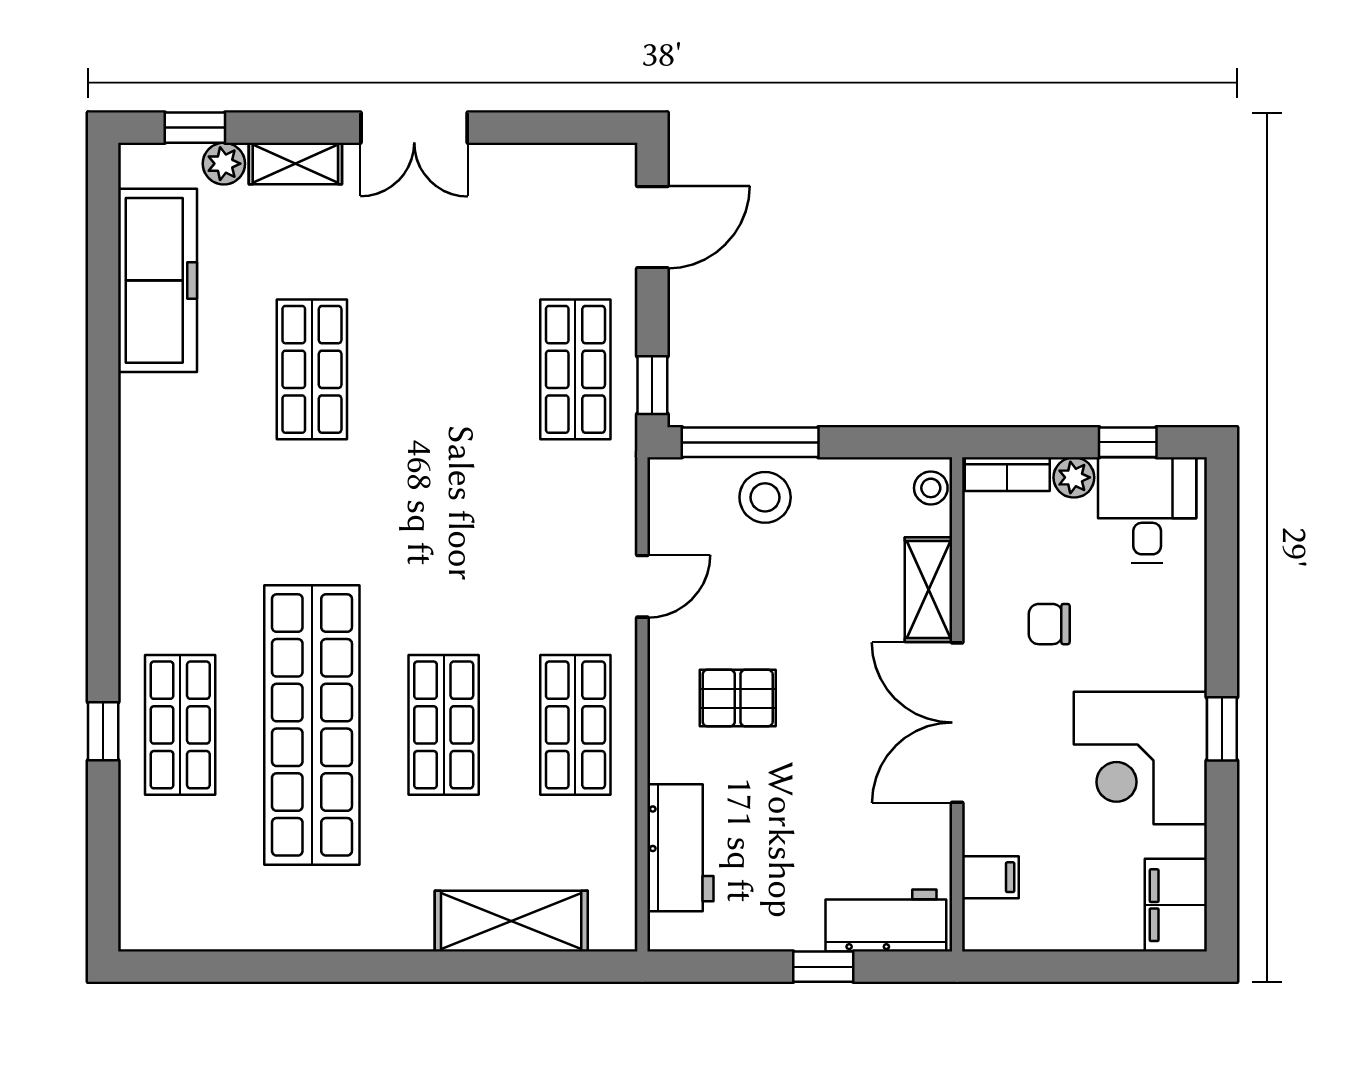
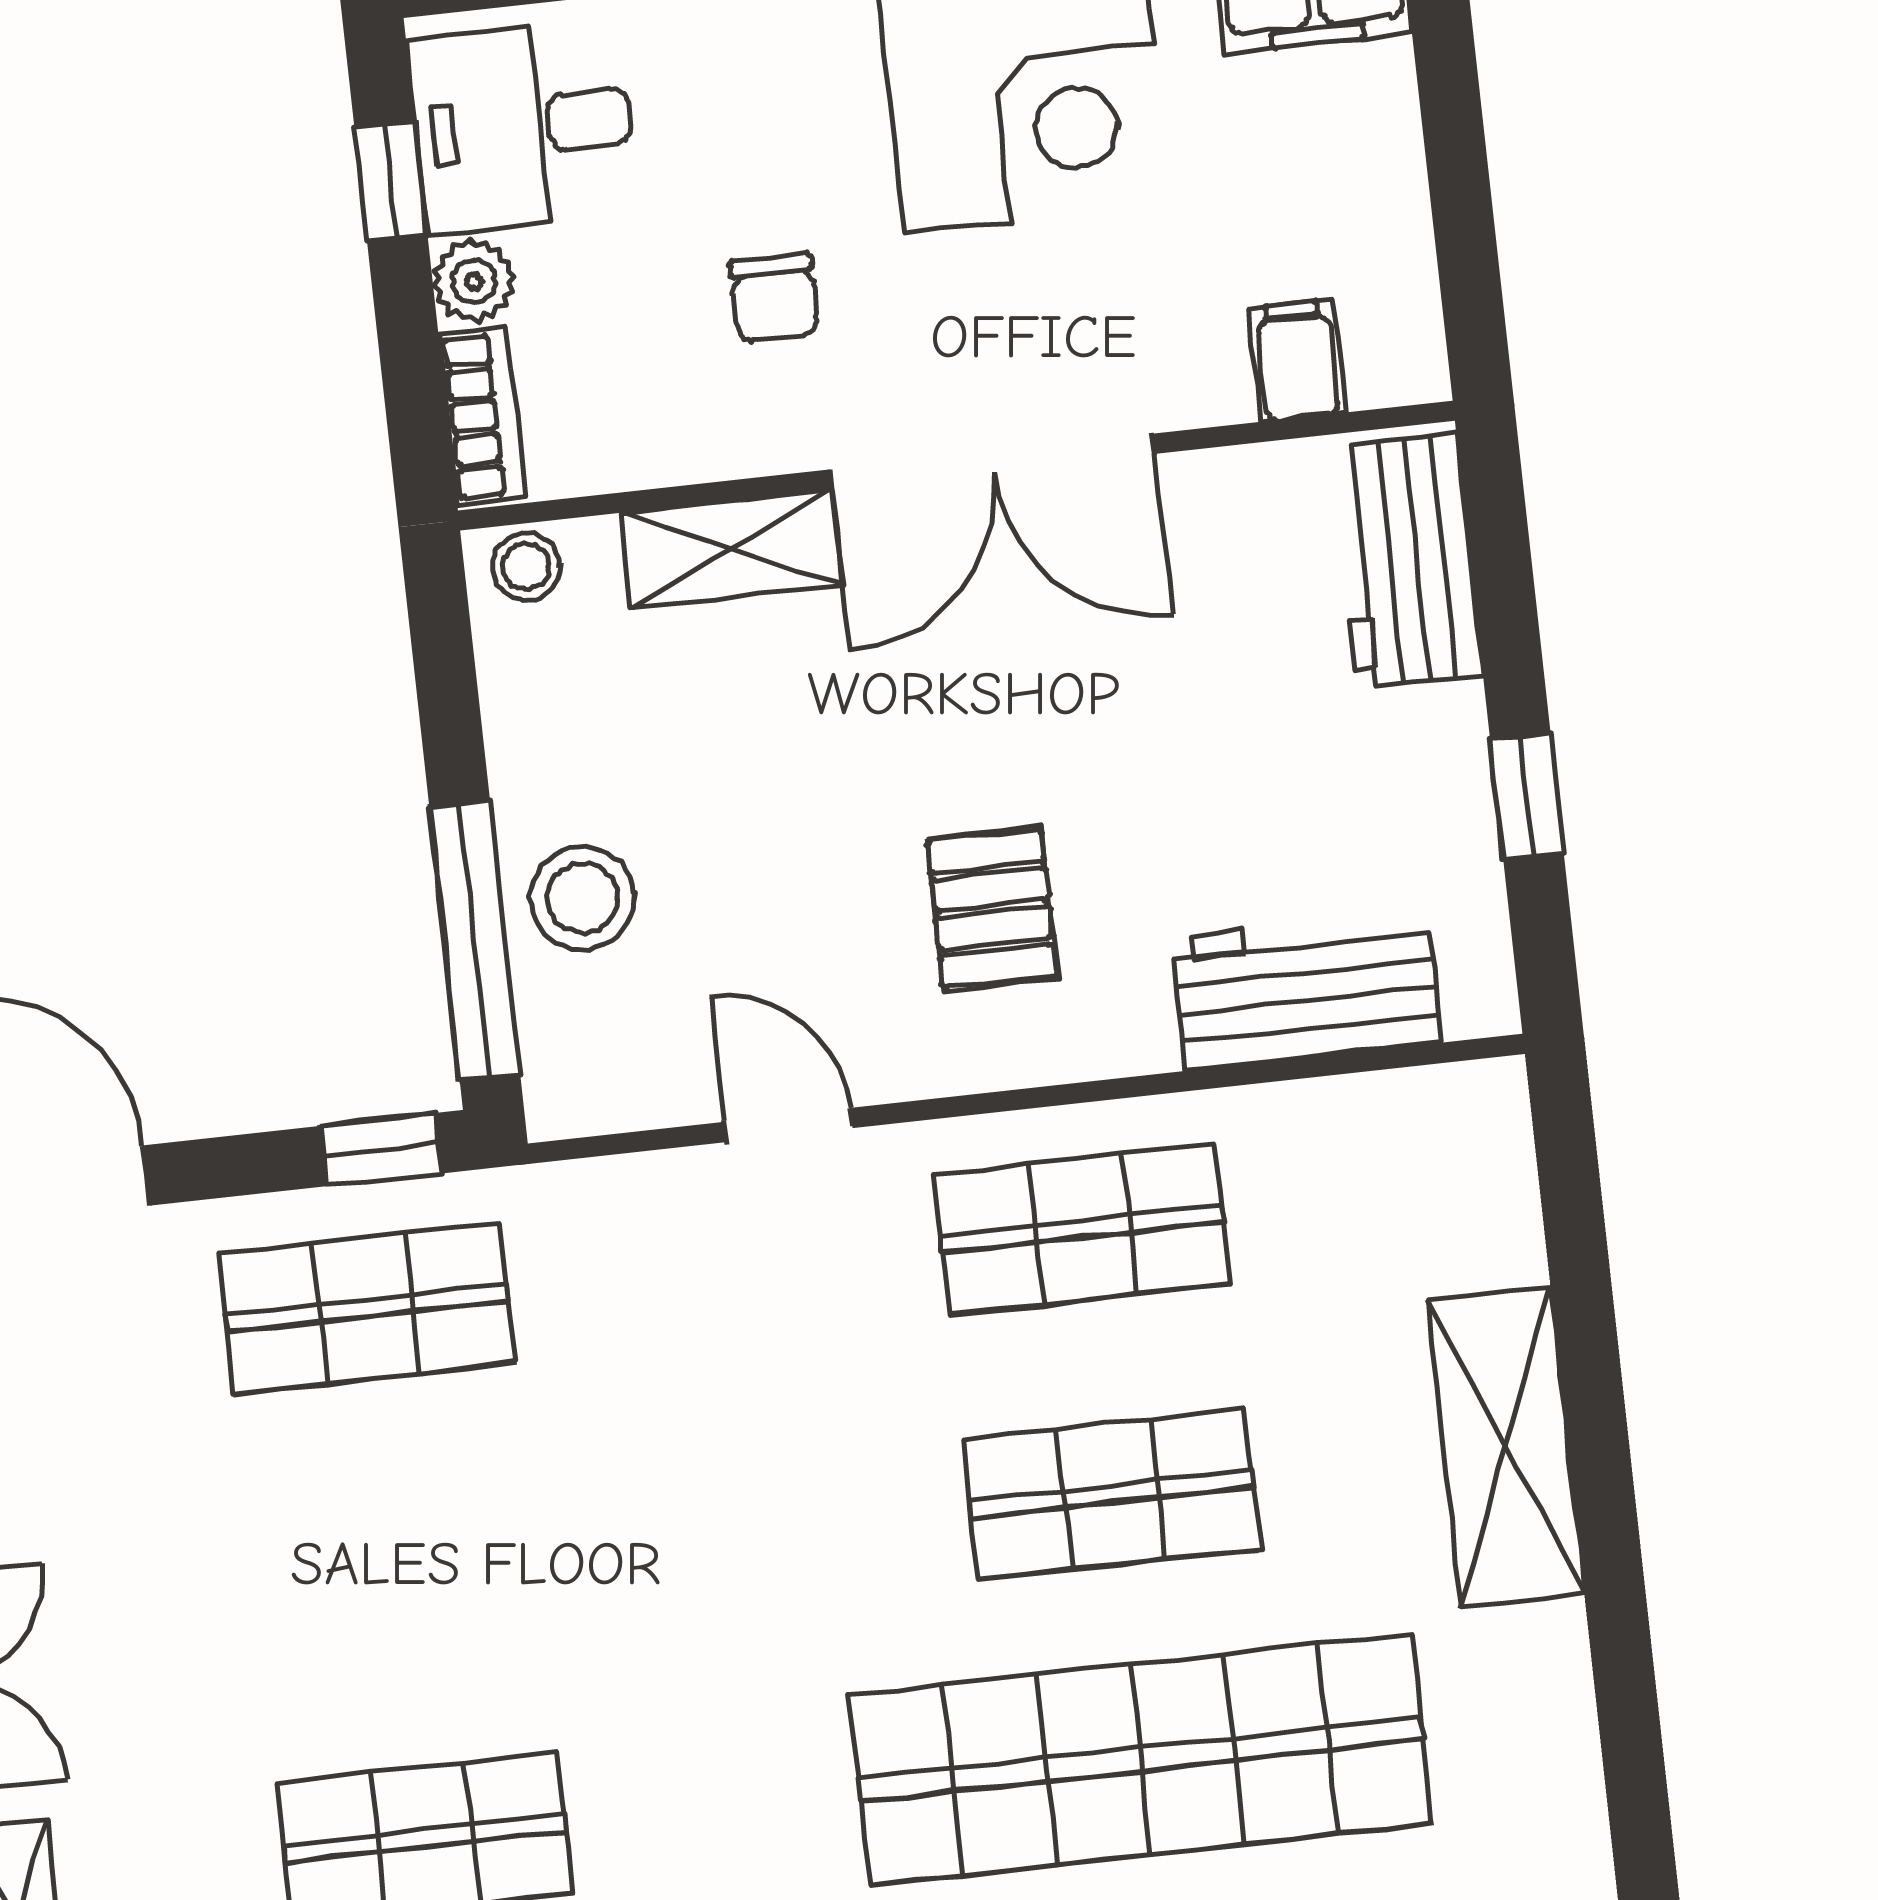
shelving: (511, 921) -> (1506, 1447), moved
window: (823, 967) -> (1527, 796), moved

